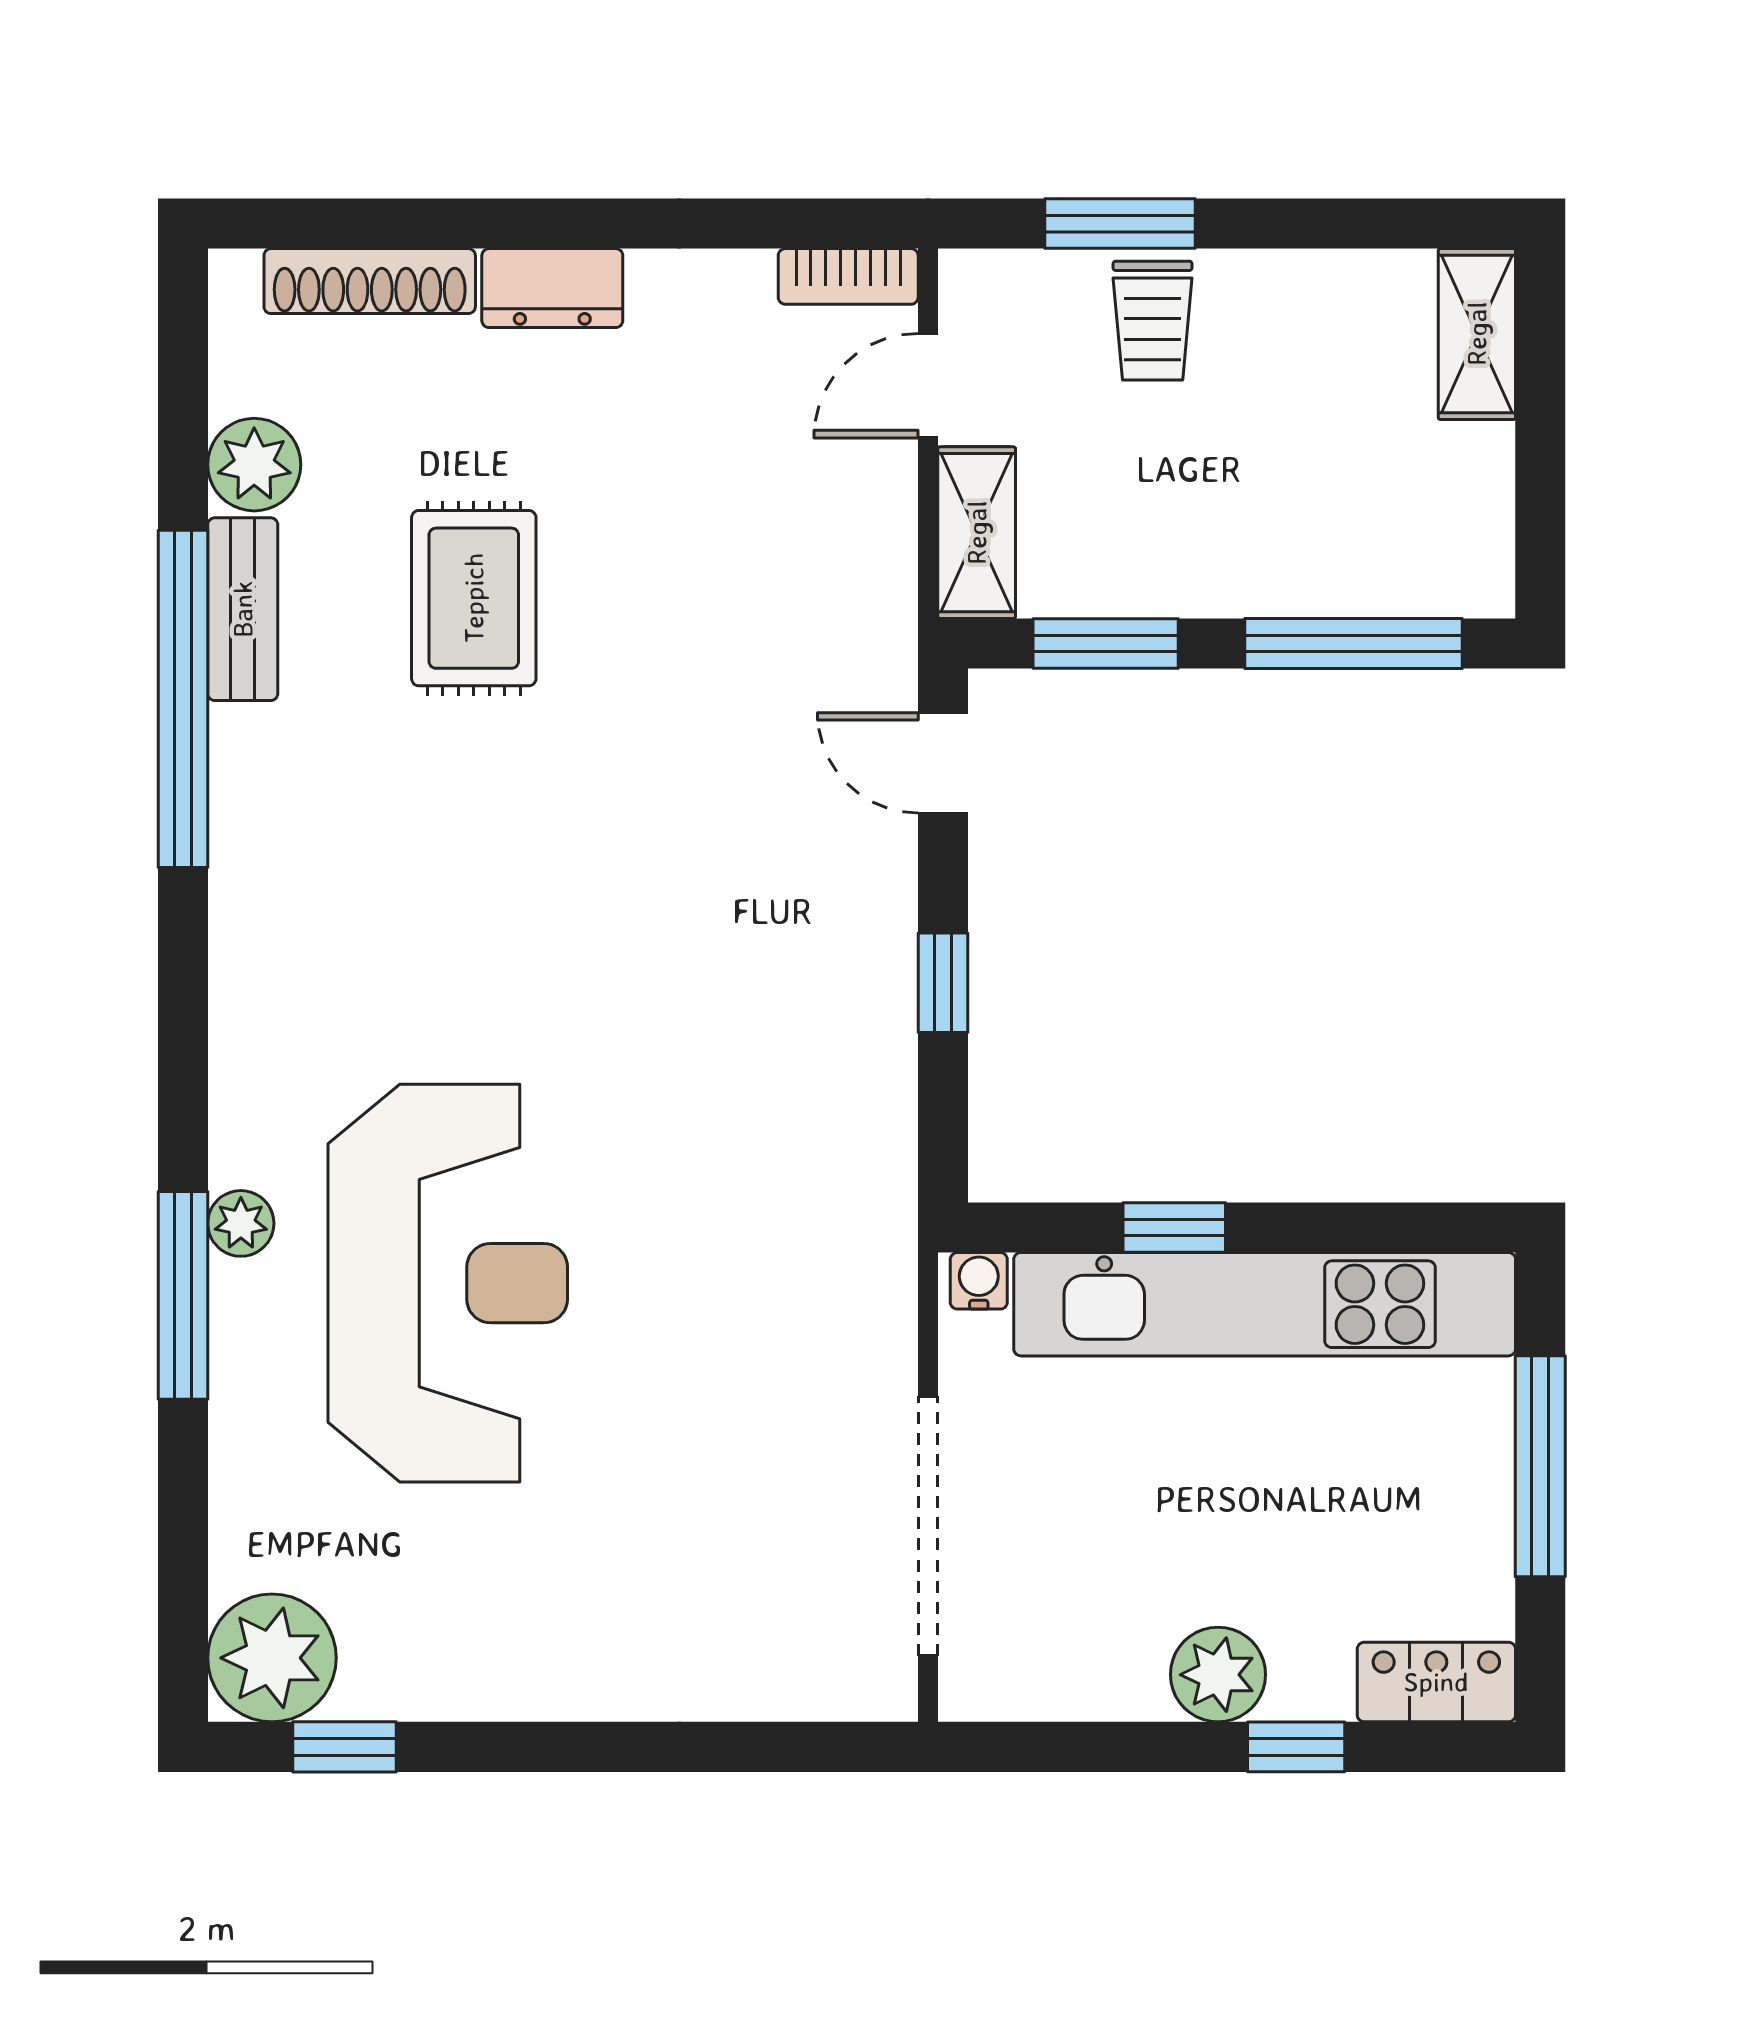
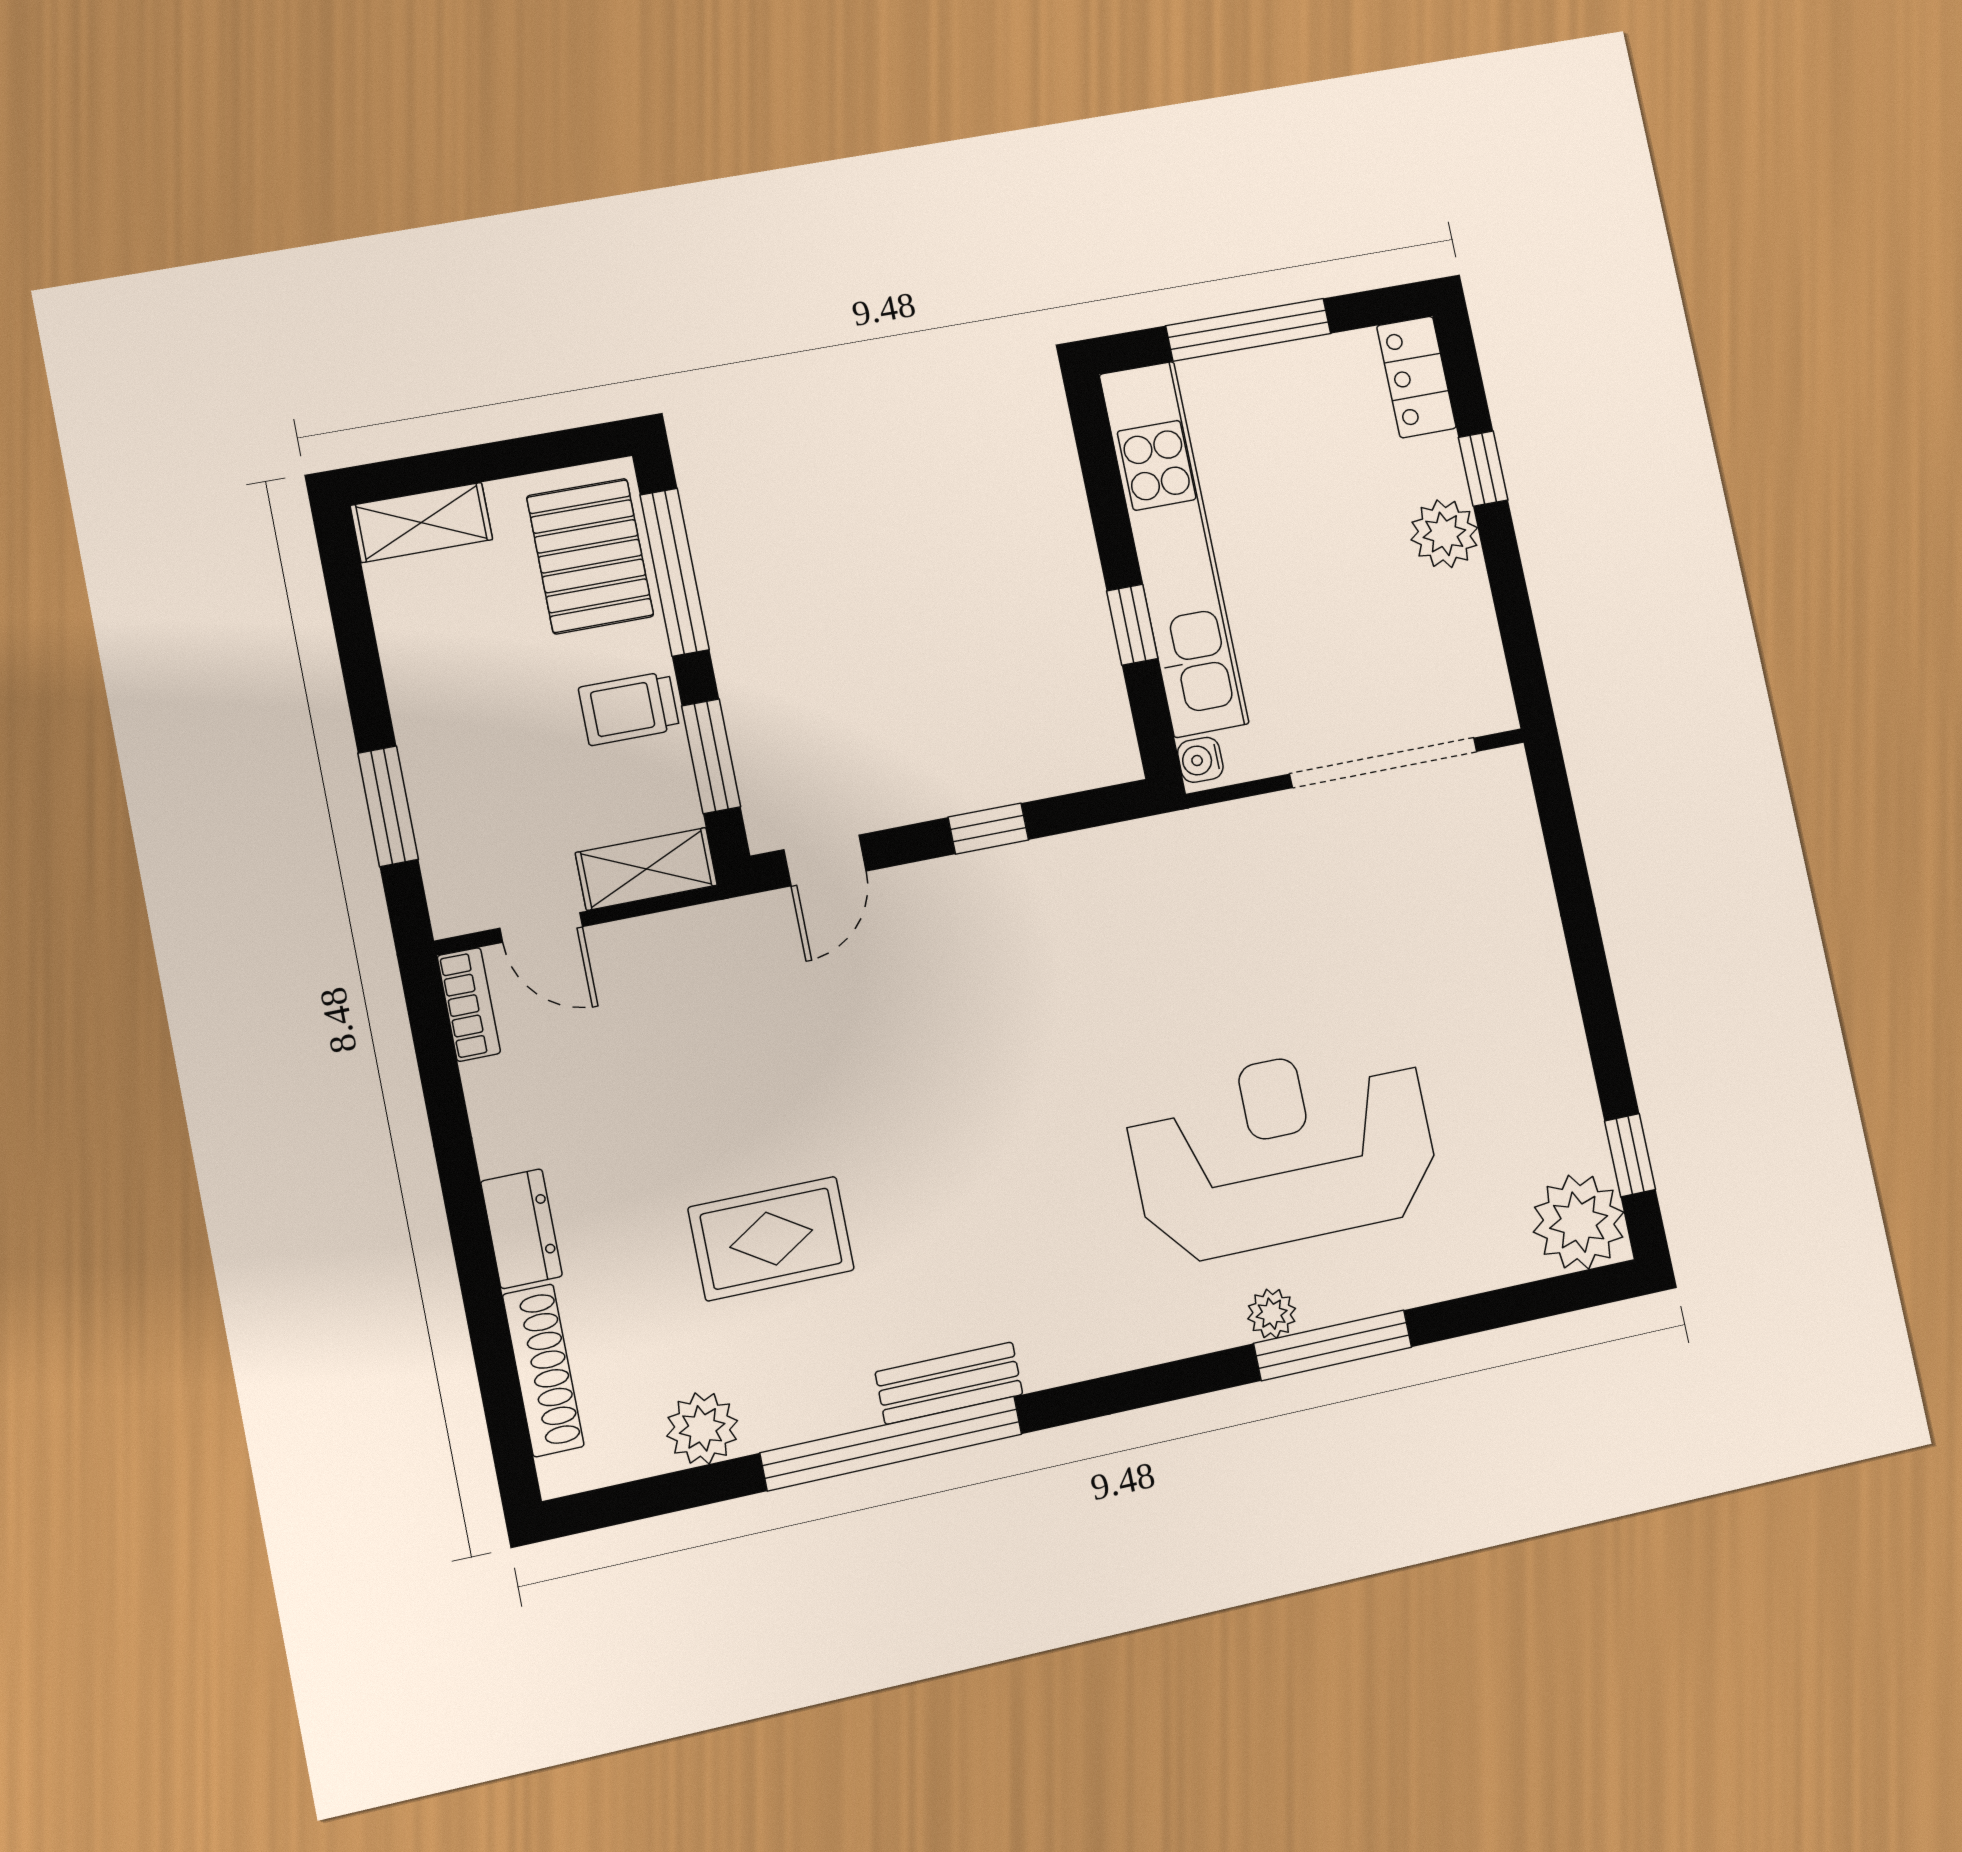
trolley: (1153, 321) -> (629, 708), moved, turned 180
pallet: (1394, 539) -> (590, 556), added
bench: (243, 609) -> (949, 1383), moved

